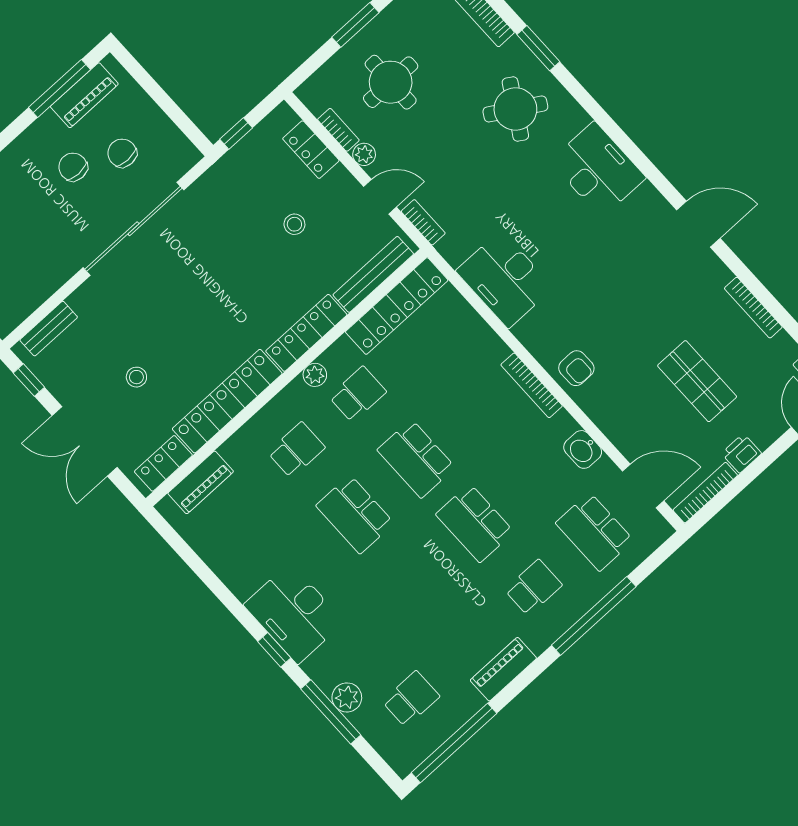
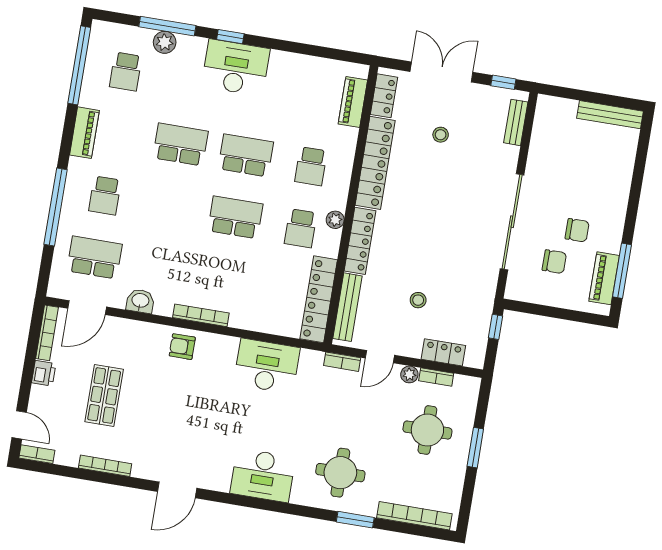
round table: (515, 109) -> (340, 473), turned -31
shop shelf: (697, 381) -> (104, 396), turned 90
school desk: (475, 523) -> (181, 144), moved

